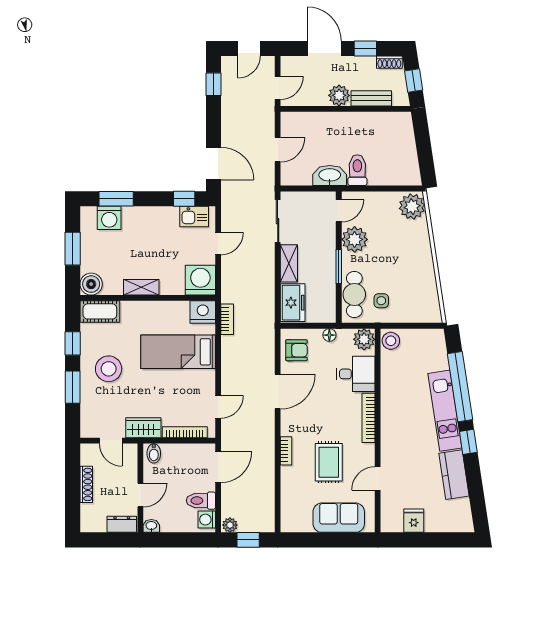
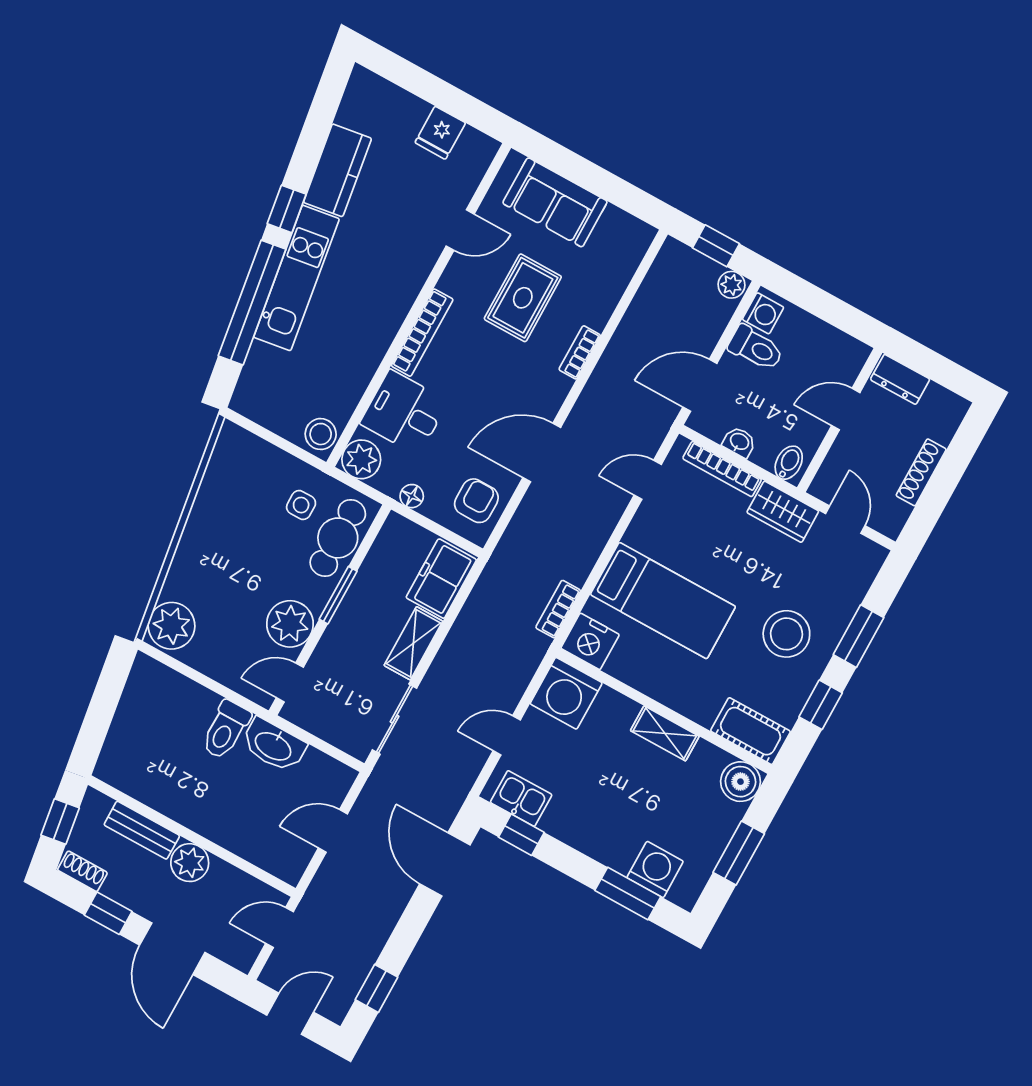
armchair: (296, 350) -> (476, 501), turned 90
washbasin: (151, 526) -> (739, 442), moved, turned 180

